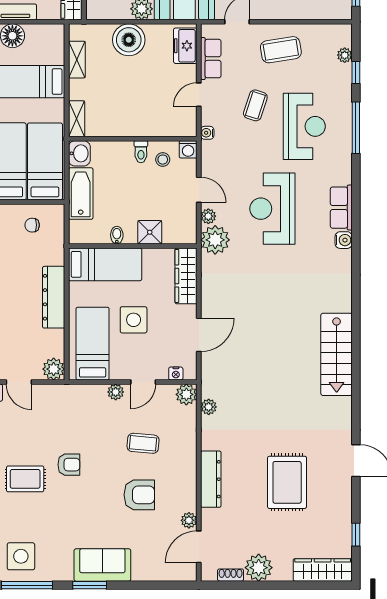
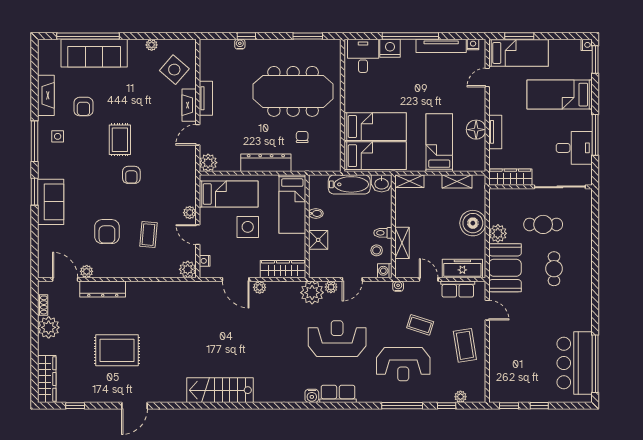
freezer: (185, 46) -> (462, 269), width x1.40
shelving: (153, 128) -> (402, 243), added
chair: (32, 225) -> (302, 137), moved
plant: (209, 407) -> (260, 287), moved
dresser: (211, 479) -> (103, 289), moved
side table: (21, 556) -> (58, 136), width x0.54, depth x0.54

